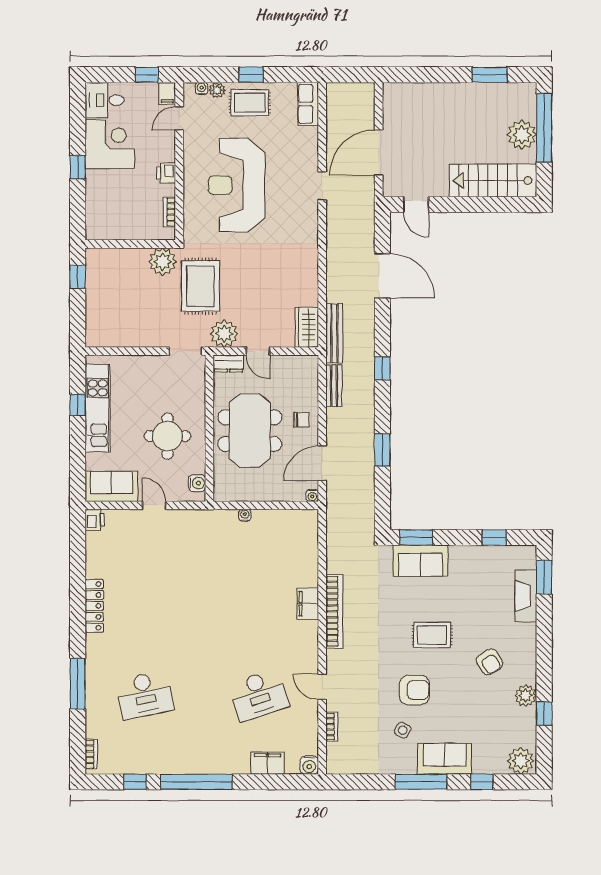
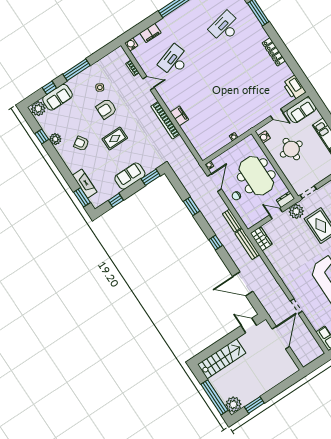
plant: (522, 135) -> (233, 405), moved
printer: (95, 520) -> (294, 88), width x1.87, depth x1.48
sofa: (420, 561) -> (130, 176), moved
sofa: (445, 759) -> (57, 97), moved

